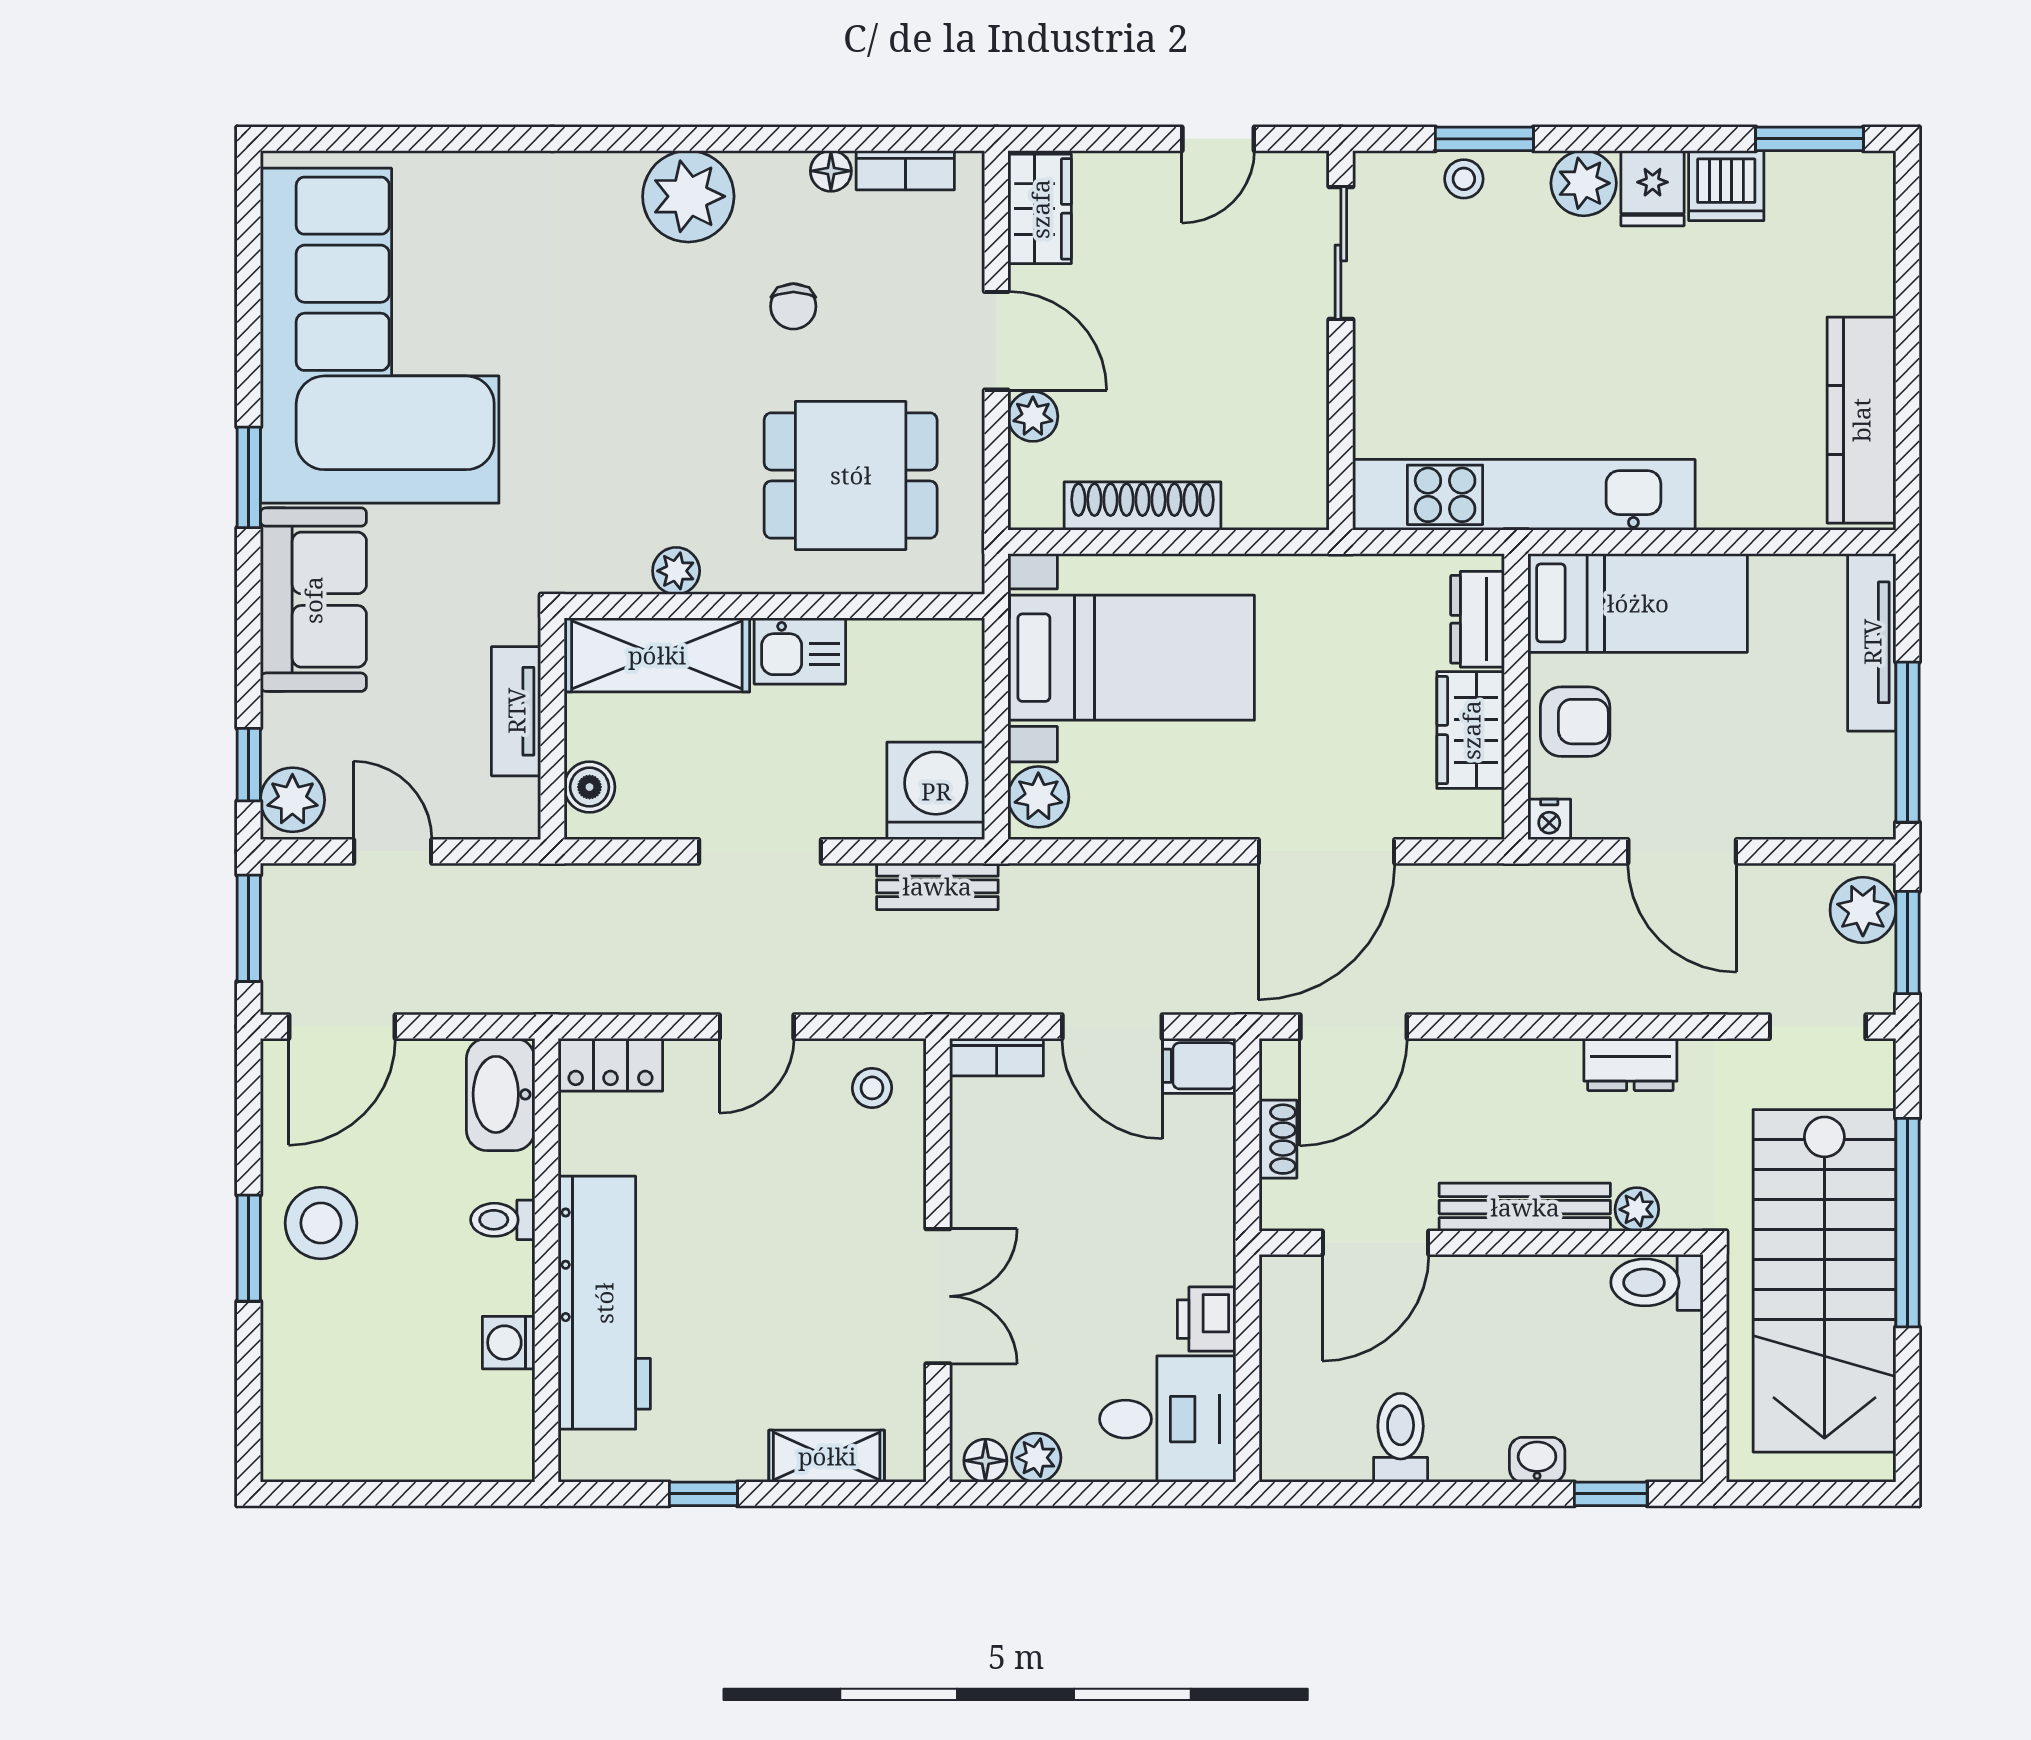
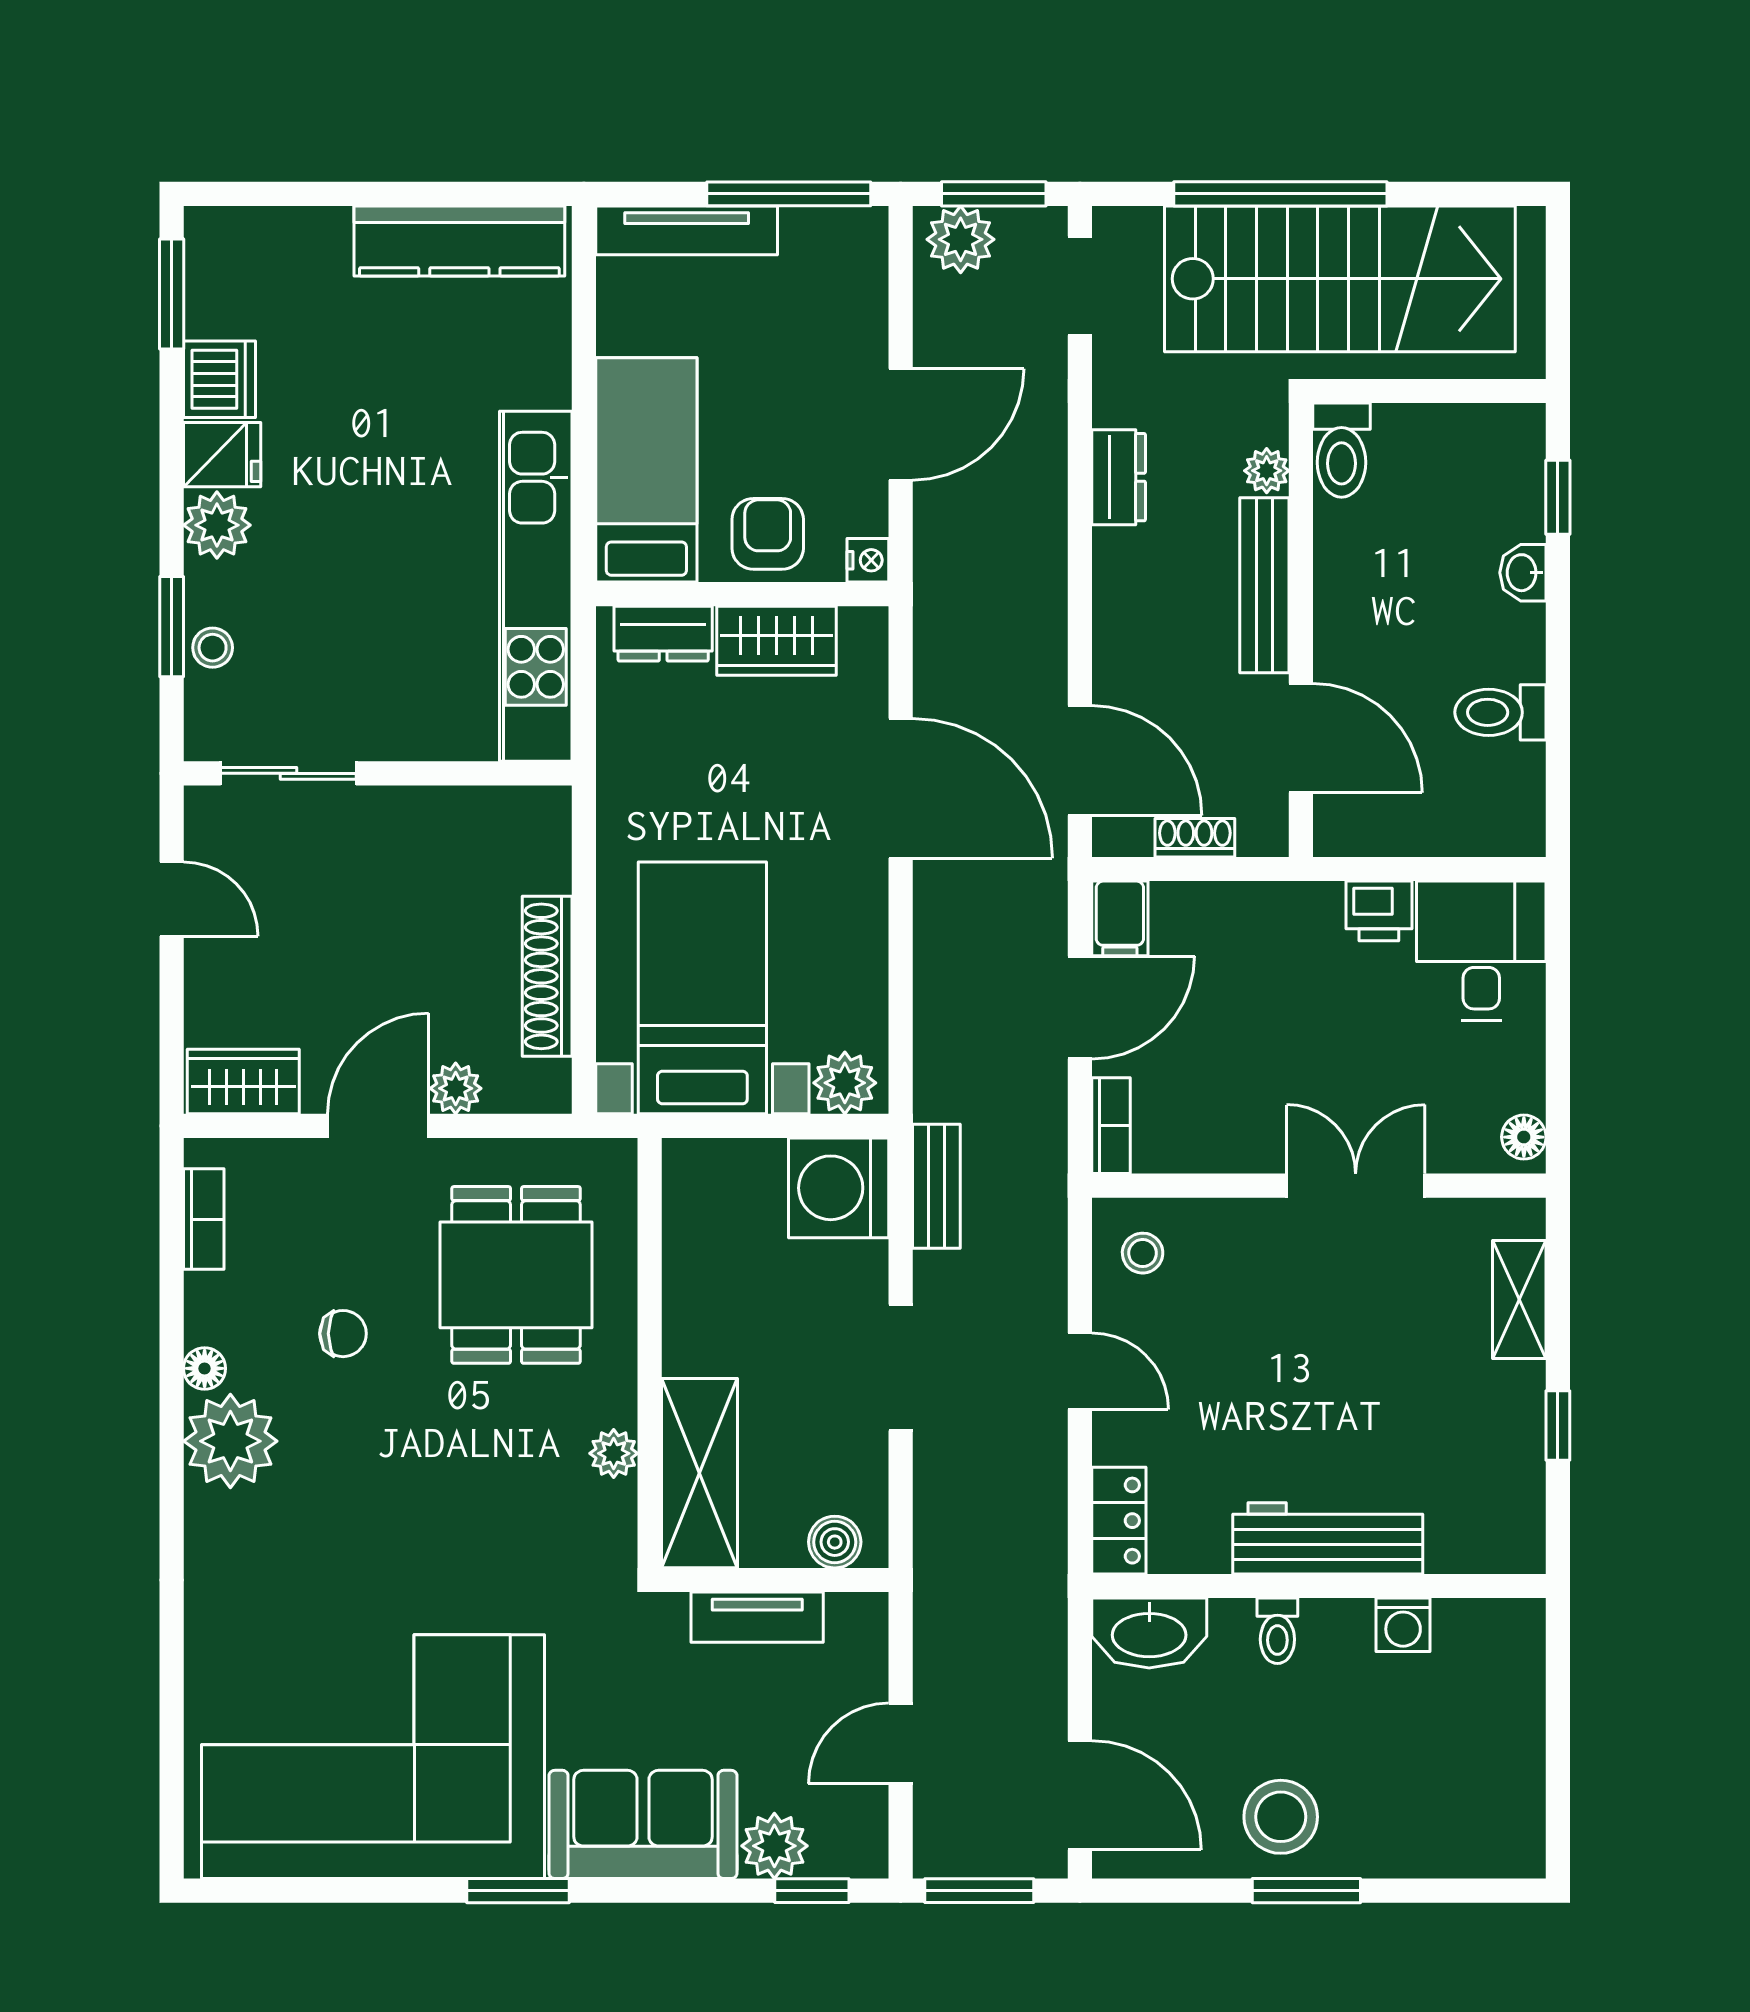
floor lamp: (831, 171) -> (205, 1368), moved
kitchen sink: (800, 651) -> (695, 1327), removed
plant: (292, 800) -> (774, 1846), moved
workbench: (604, 1303) -> (1328, 1538), width x0.73, depth x0.76
plant: (1036, 1458) -> (1521, 1085), removed

